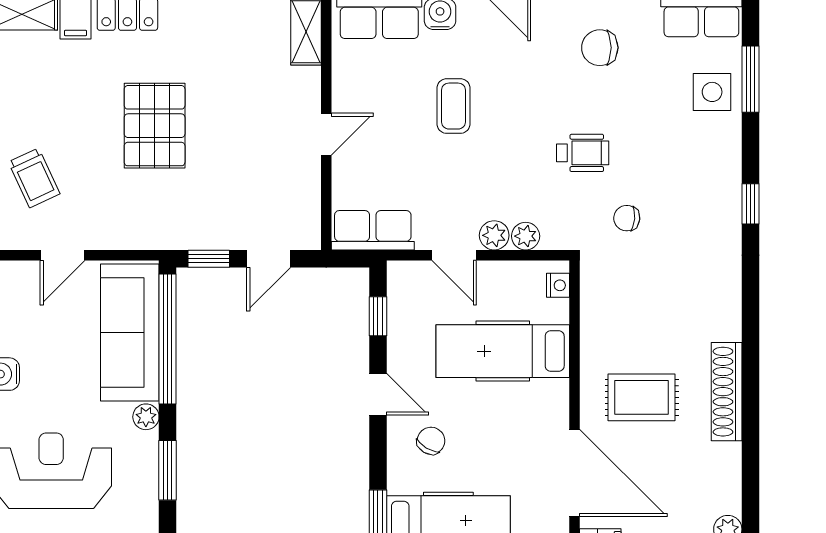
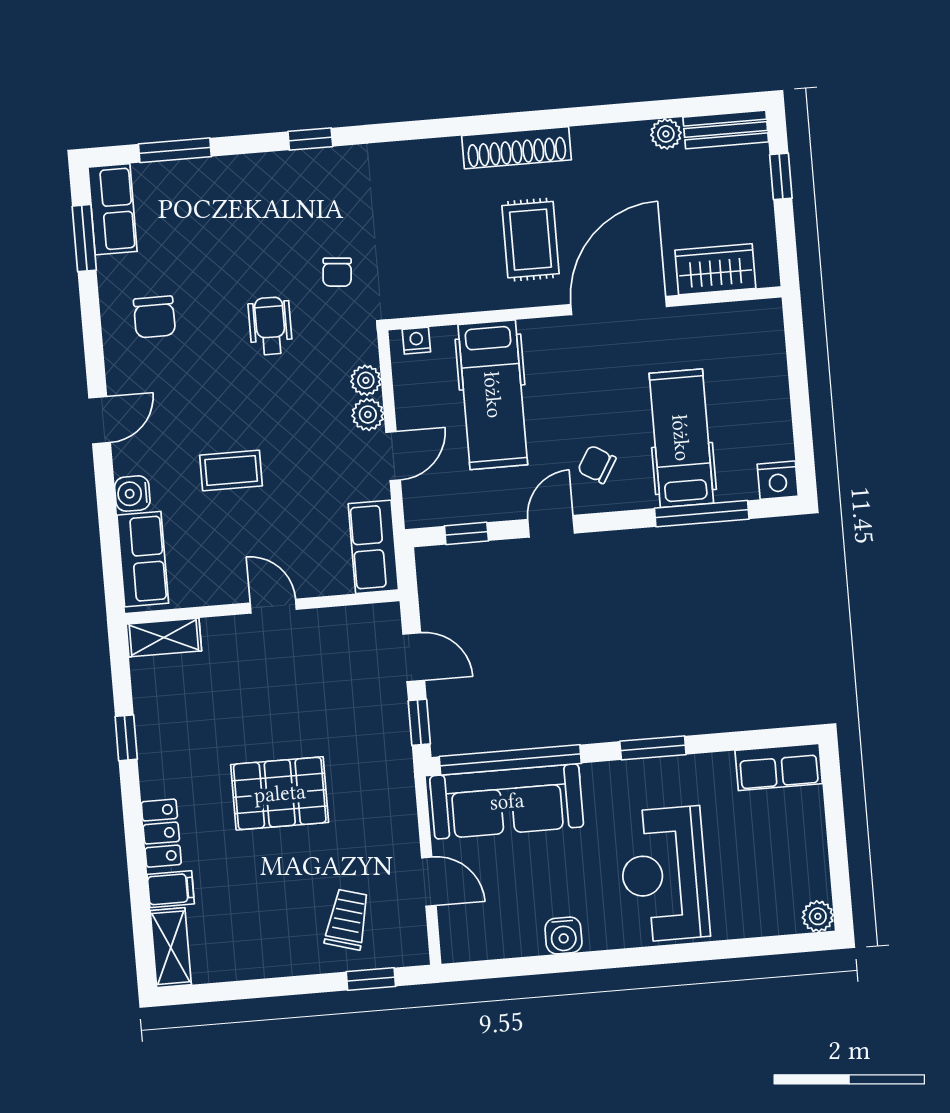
side table: (712, 92) -> (192, 191), removed
trolley: (34, 178) -> (347, 919), turned -49
plant: (146, 417) -> (597, 776), removed

